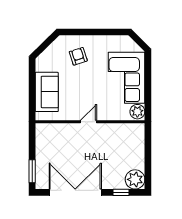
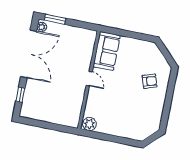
corner sofa: (127, 78) -> (122, 120), removed
sofa: (47, 92) -> (107, 51), moved, turned -90
plant: (135, 179) -> (42, 27), moved, width x0.53, depth x0.53

